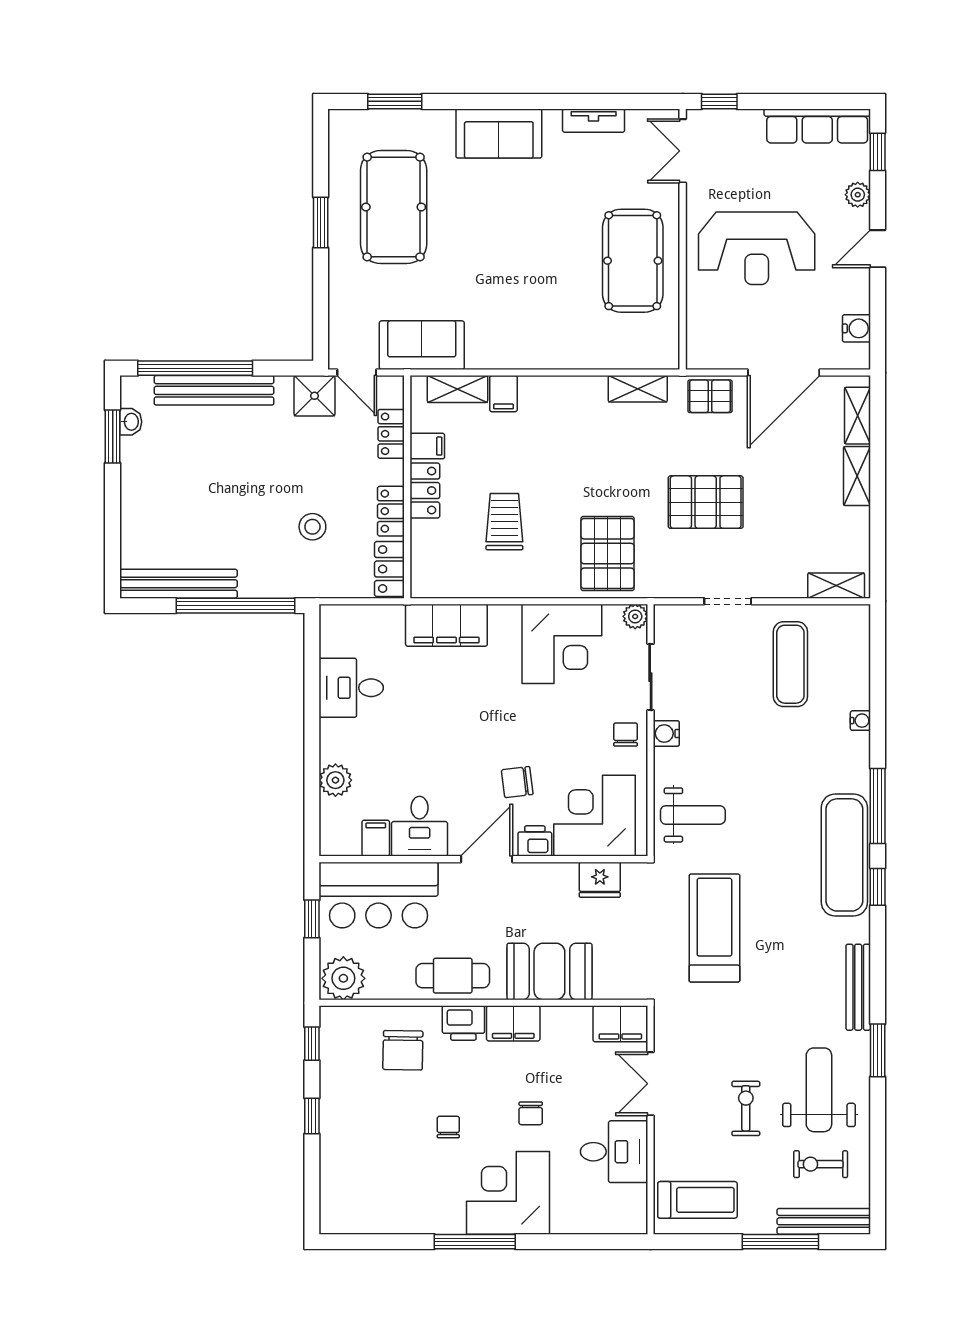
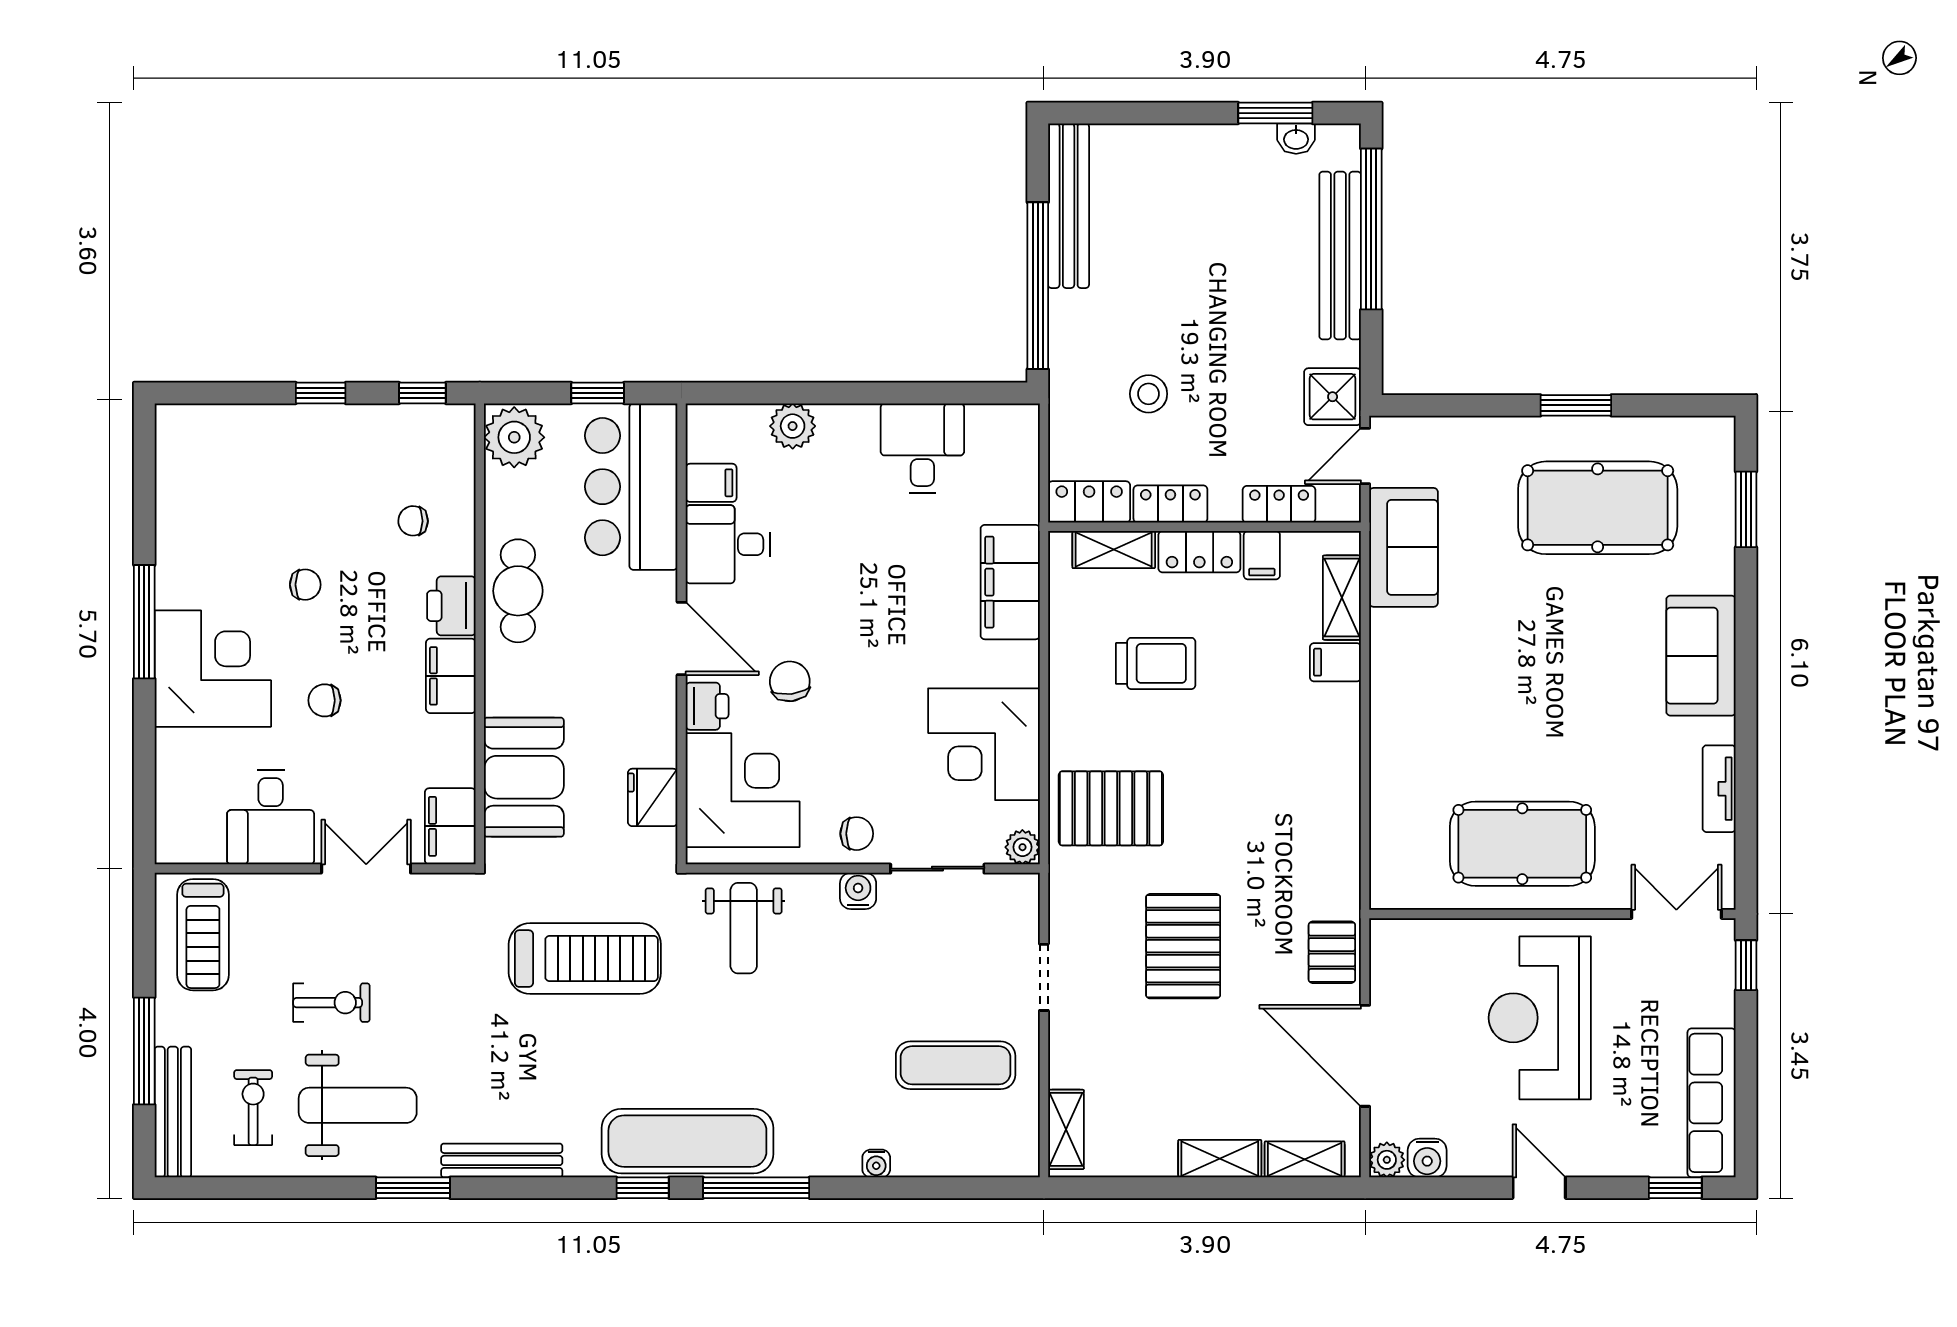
plant: (858, 195) -> (1387, 1160), moved
shelving: (638, 389) -> (1114, 550), moved, turned 90
booth: (549, 971) -> (524, 777), moved
chair: (403, 1050) -> (413, 521), width x0.54, depth x0.54

